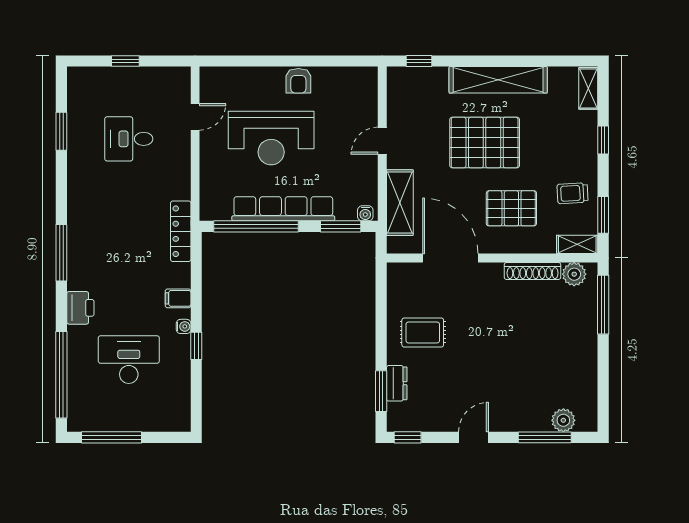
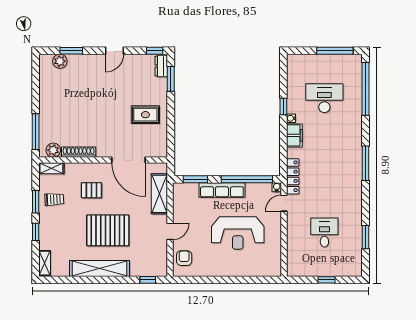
armchair: (298, 81) -> (184, 258), moved
door: (195, 117) -> (284, 203), moved
reception desk: (271, 138) -> (238, 233), turned 180
desk: (129, 139) -> (324, 233), turned -90
pallet: (511, 208) -> (91, 190), width x0.67, depth x0.71
row of seats: (283, 209) -> (222, 190), width x0.73
water cooler: (365, 213) -> (277, 187), moved
window: (603, 215) -> (36, 202), moved
filing cabinet: (178, 298) -> (294, 135), width x2.00
printer: (80, 308) -> (354, 130), removed
desk: (129, 360) -> (324, 98), turned 180
dresser: (397, 383) -> (161, 66), moved
window: (545, 437) -> (71, 51), width x0.69

